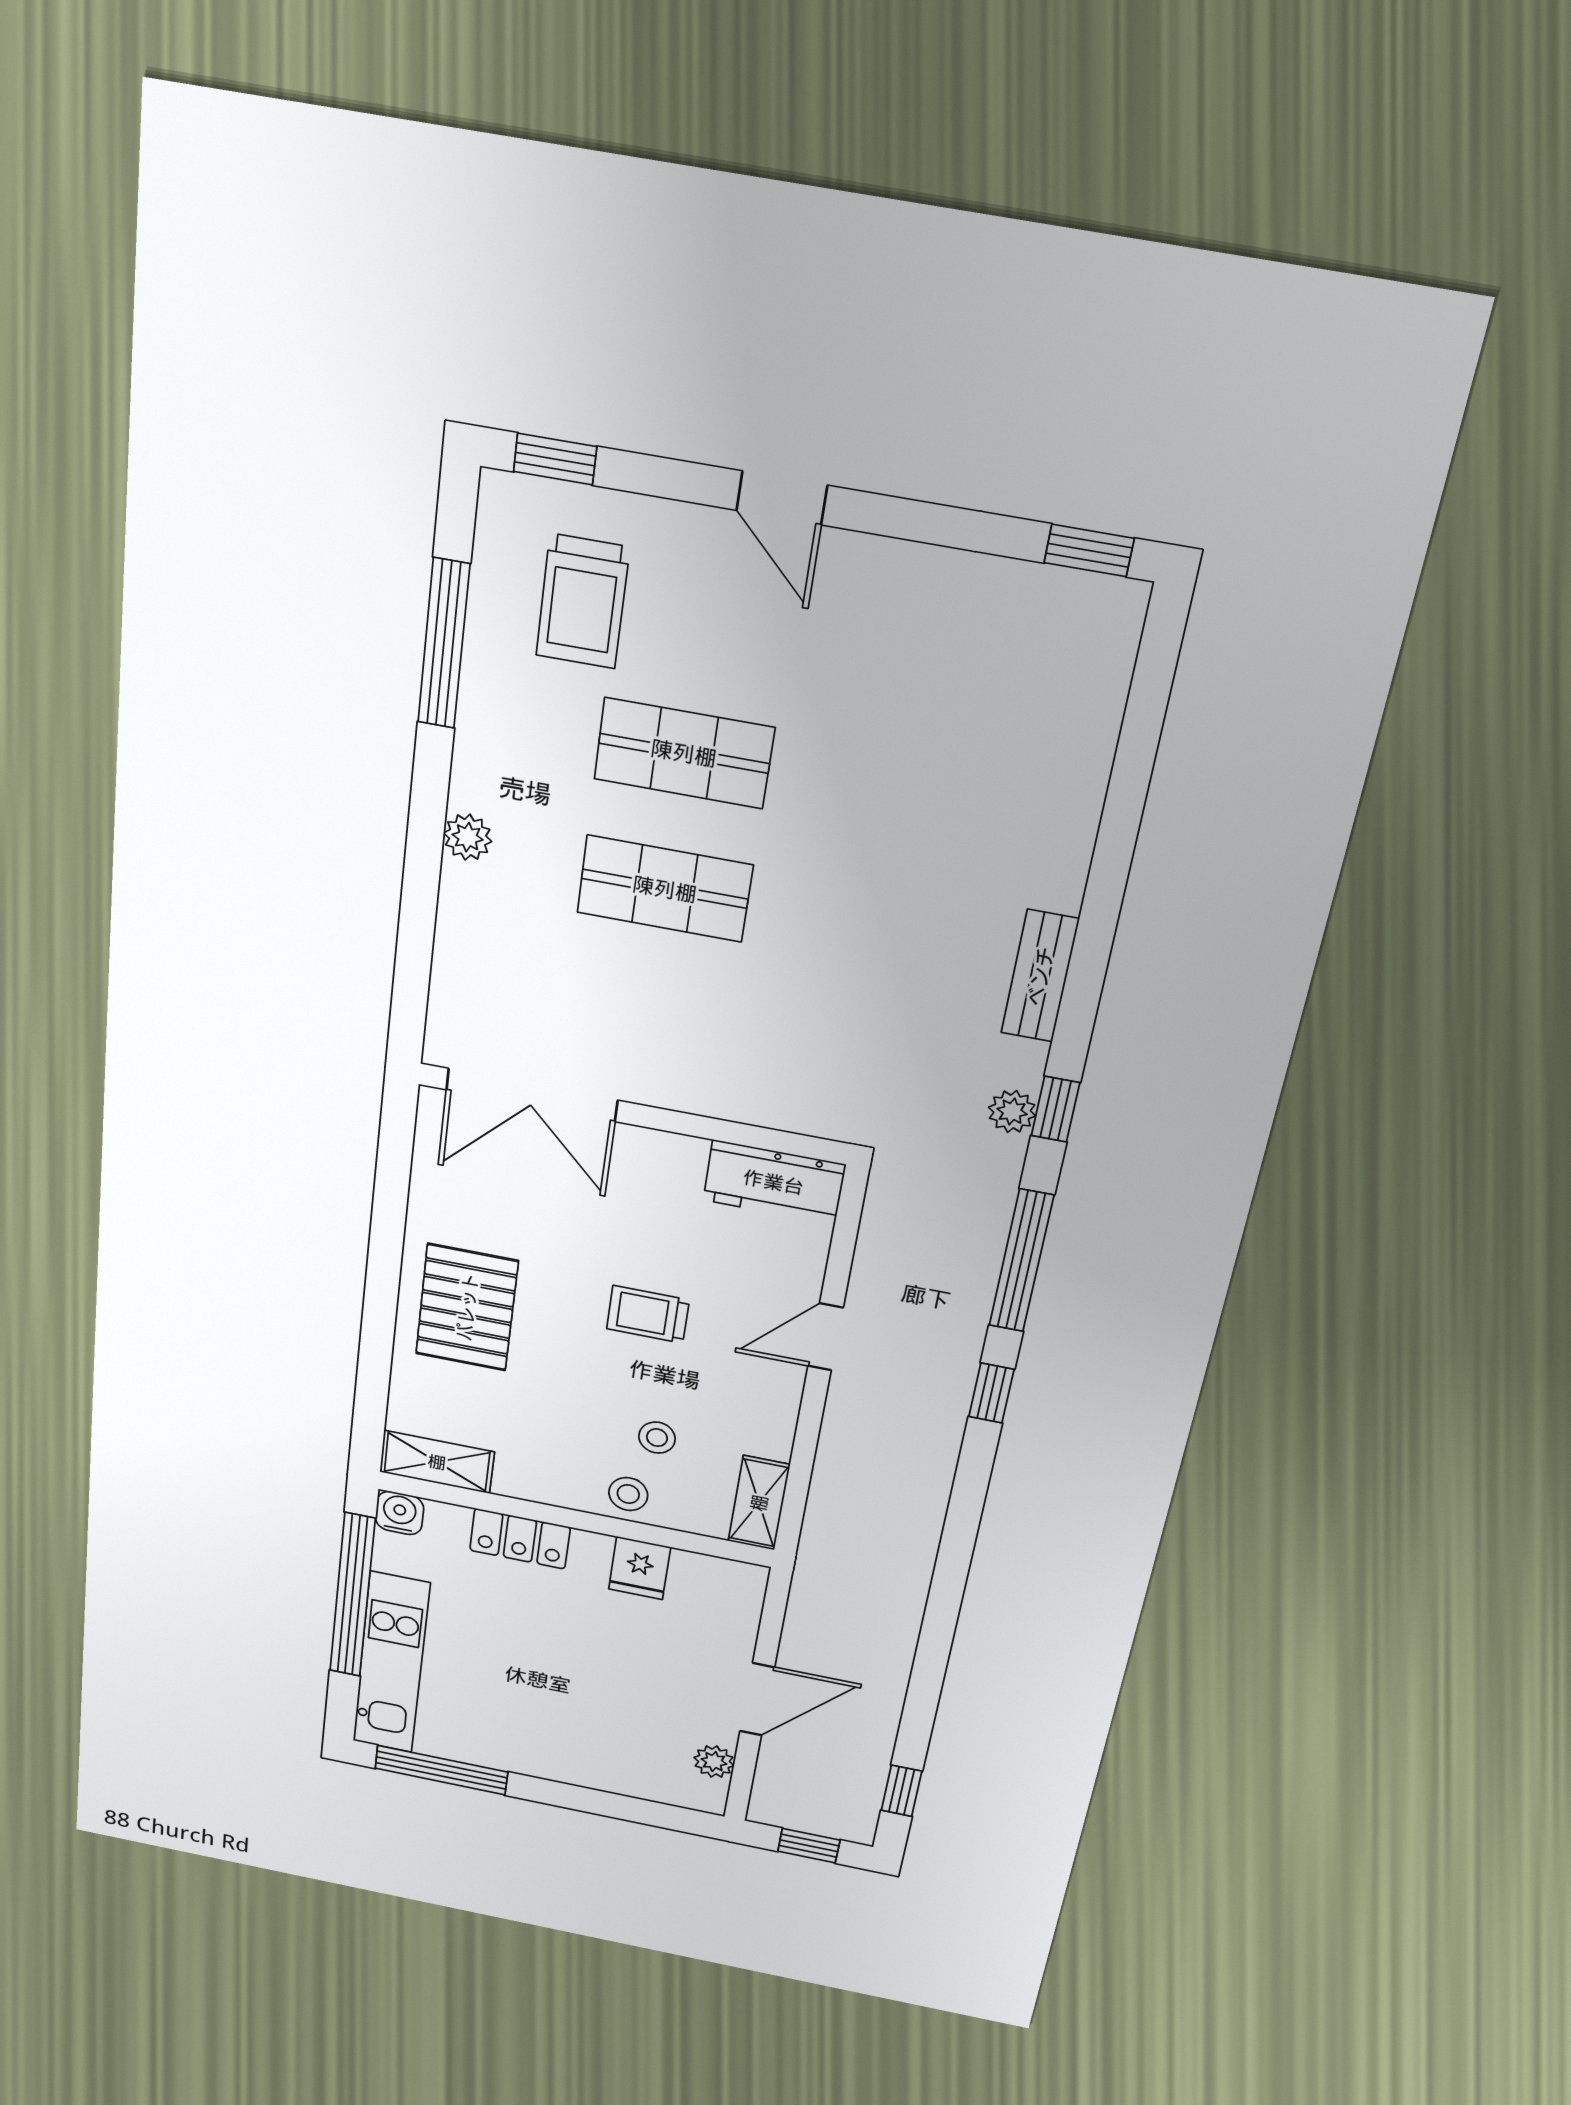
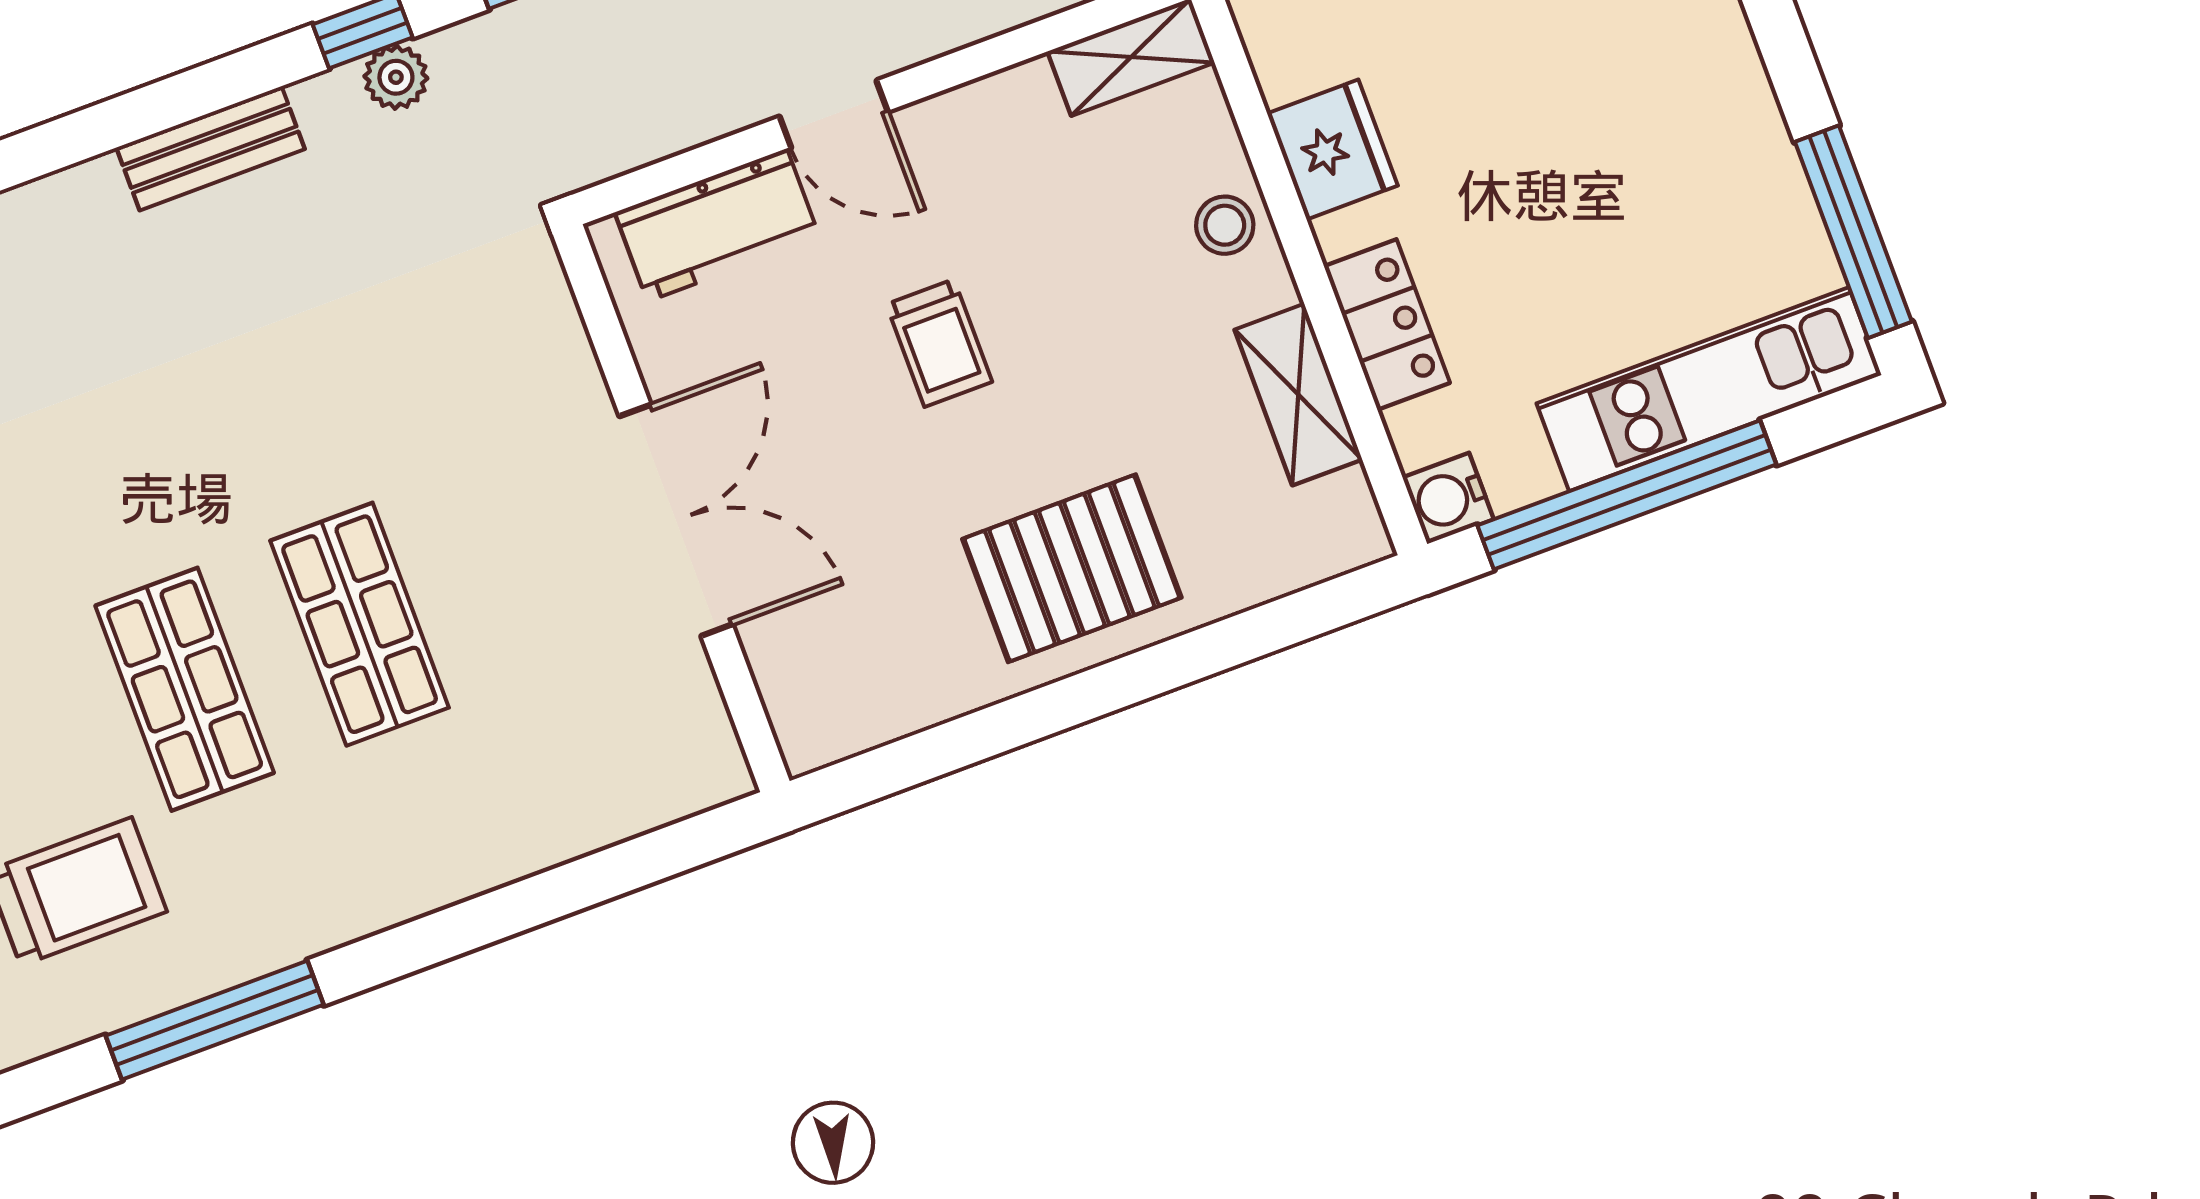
plant: (468, 837) -> (432, 880), removed
double door: (532, 1095) -> (676, 520), moved
workbench: (774, 1182) -> (717, 225), moved, turned 90
stool: (657, 1438) -> (1114, 235), removed
shelving: (437, 1462) -> (1298, 395), moved
fridge: (640, 1568) -> (1332, 149), width x1.38

